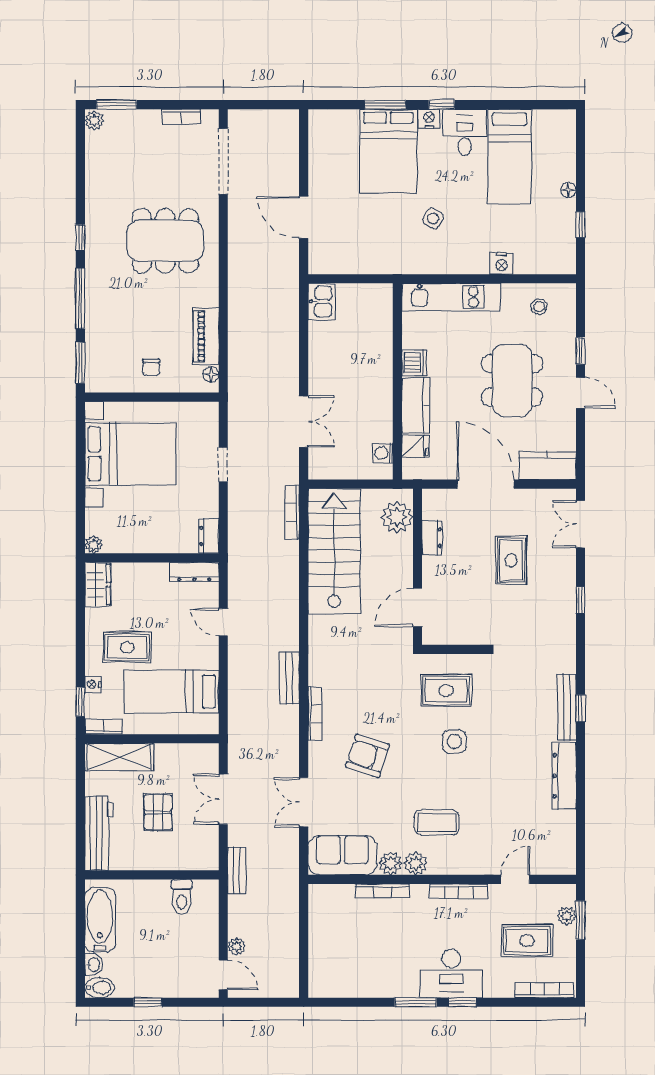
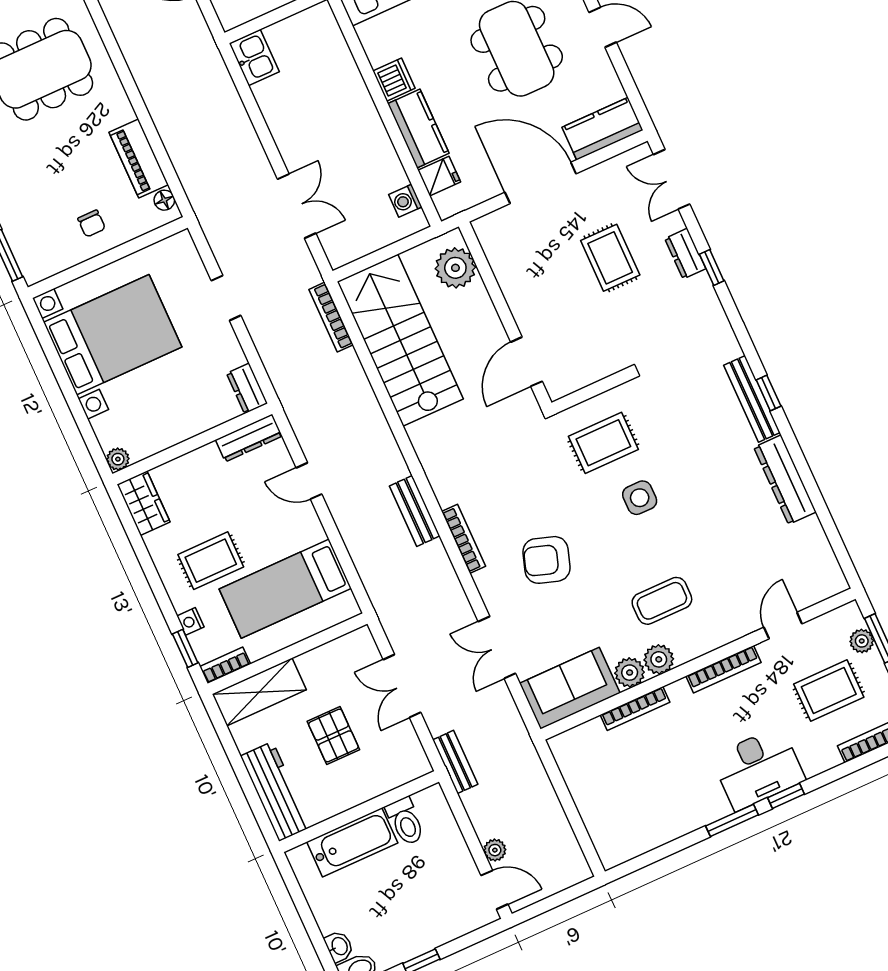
dresser: (432, 538) -> (685, 254), moved, turned 180
bathtub: (100, 920) -> (352, 842), moved, turned 90

